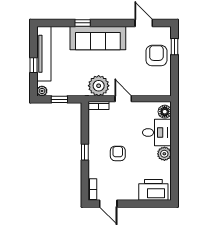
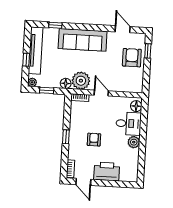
window: (83, 23) -> (55, 25), moved
floor lamp: (81, 90) -> (66, 83), added
printer: (153, 190) -> (107, 172), moved

